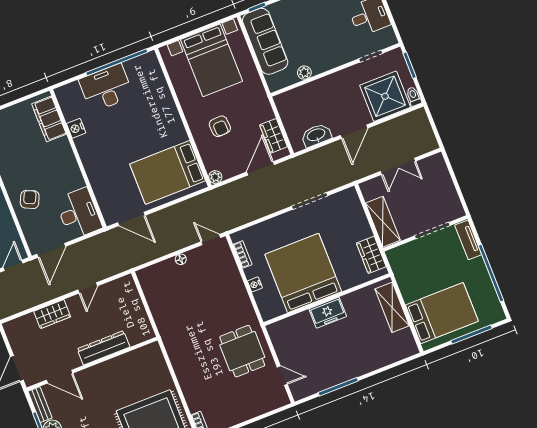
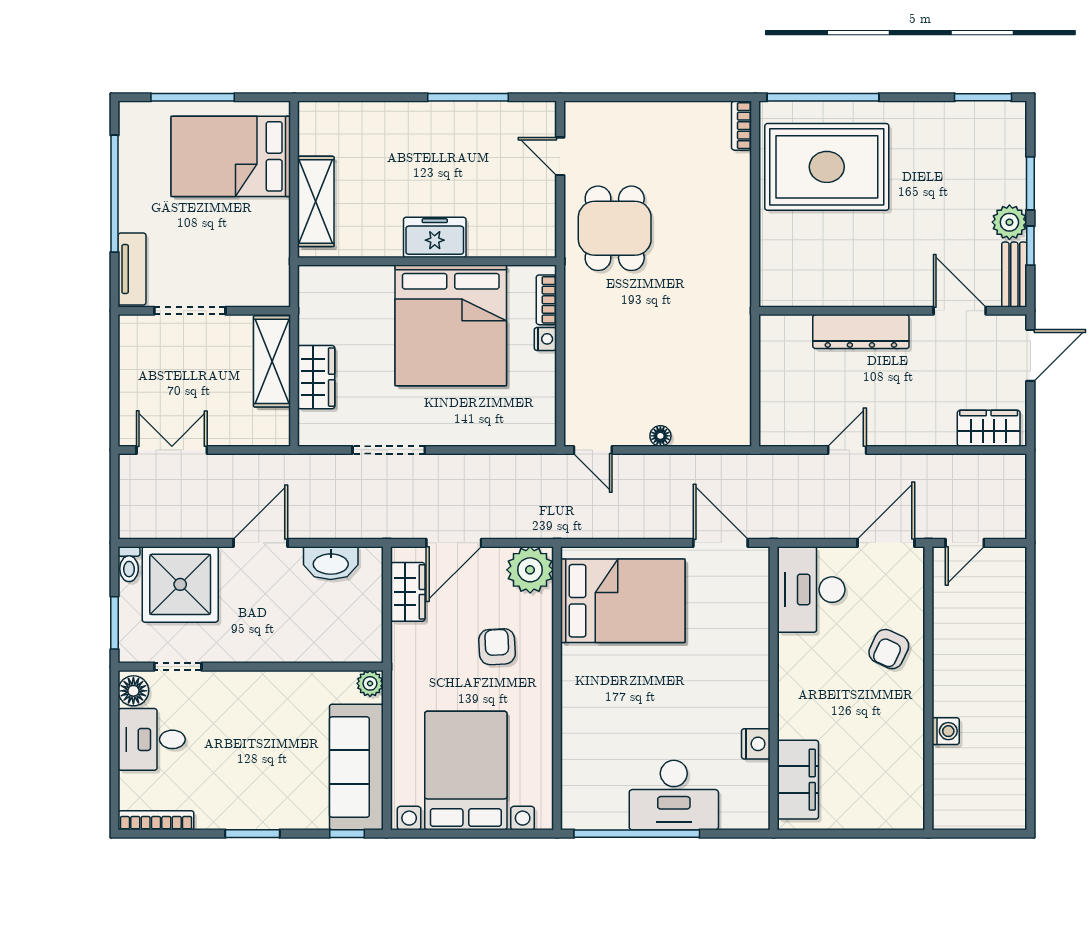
floor lamp: (388, 36) -> (133, 691), added
plant: (304, 73) -> (370, 683), moved
double door: (398, 166) -> (172, 450), moved
plant: (215, 177) -> (530, 570), width x1.88, depth x1.88
bookcase: (243, 254) -> (546, 300), moved
wardrobe: (371, 255) -> (316, 377), moved
wardrobe: (52, 314) -> (989, 428), moved

